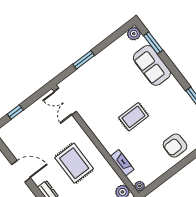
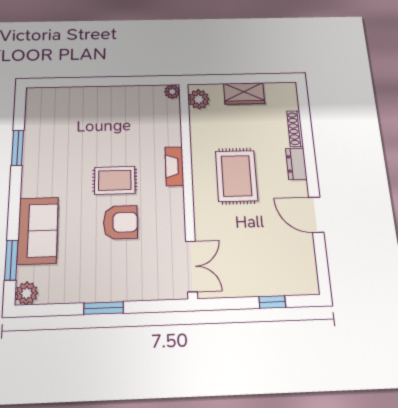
window: (84, 60) -> (104, 308), moved
armchair: (175, 146) -> (120, 222), moved
fireplace: (122, 163) -> (174, 166), moved

